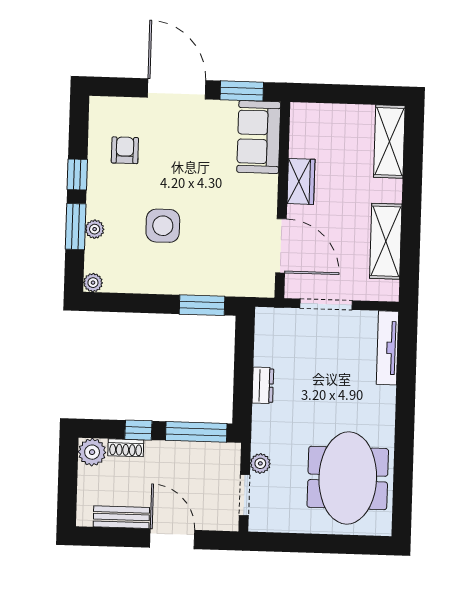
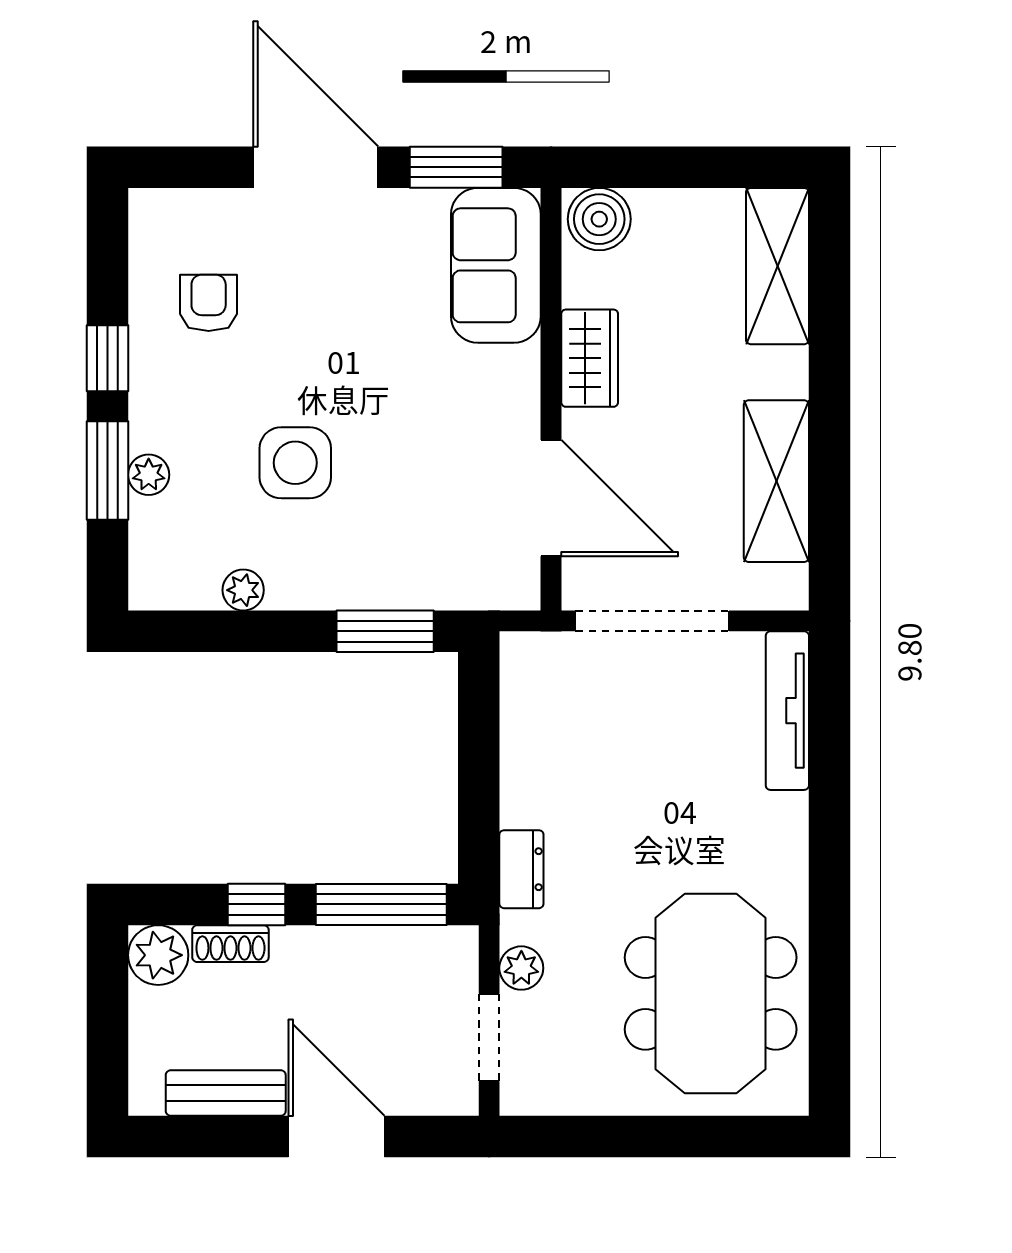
boiler: (307, 117) -> (599, 219), added
plant: (93, 283) -> (243, 590), moved
doorway: (326, 304) -> (652, 621), width x1.36
dresser: (263, 385) -> (521, 869), moved

